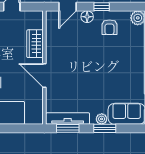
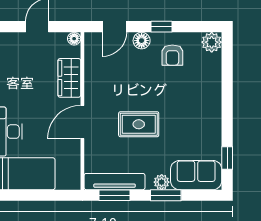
floor lamp: (38, 15) -> (74, 39), added
door: (44, 76) -> (82, 122), hinge flipped
rug: (85, 77) -> (139, 124), added

